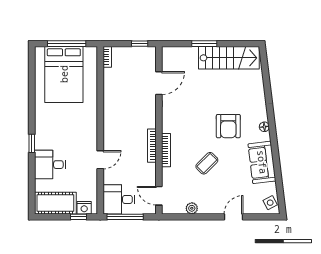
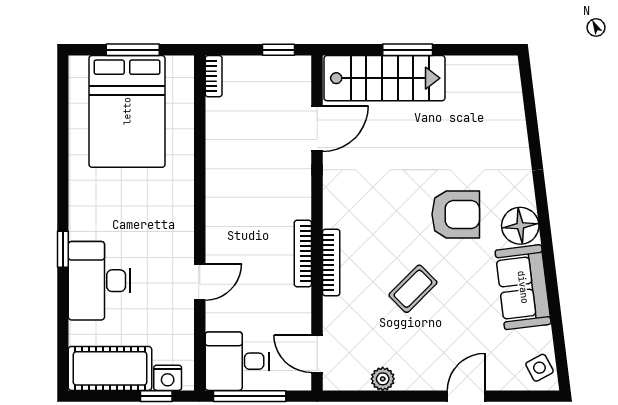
window: (67, 44) -> (133, 50), width x0.69
stairs: (229, 58) -> (384, 78), moved
armchair: (228, 126) -> (456, 214), turned -90
floor lamp: (264, 127) -> (520, 226), width x1.89, depth x1.89
desk: (50, 165) -> (99, 281), width x1.37

